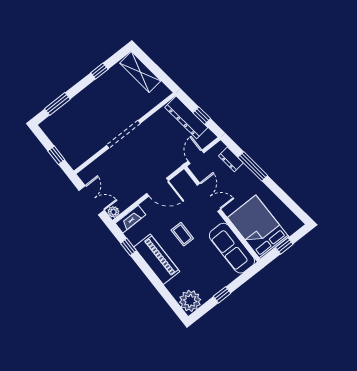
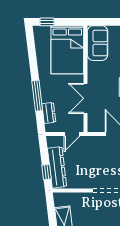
window: (202, 116) -> (46, 172), moved
window: (284, 246) -> (47, 22), moved
sofa: (232, 248) -> (97, 43), width x0.73

